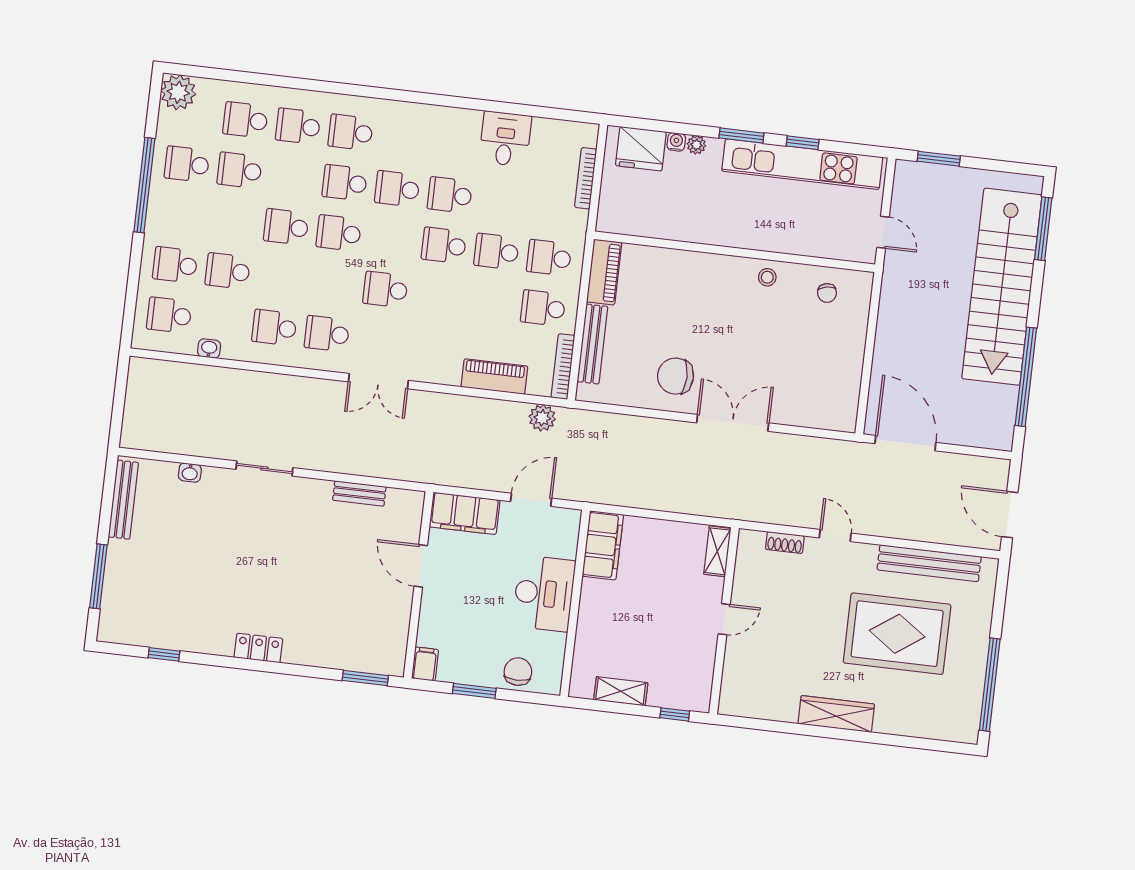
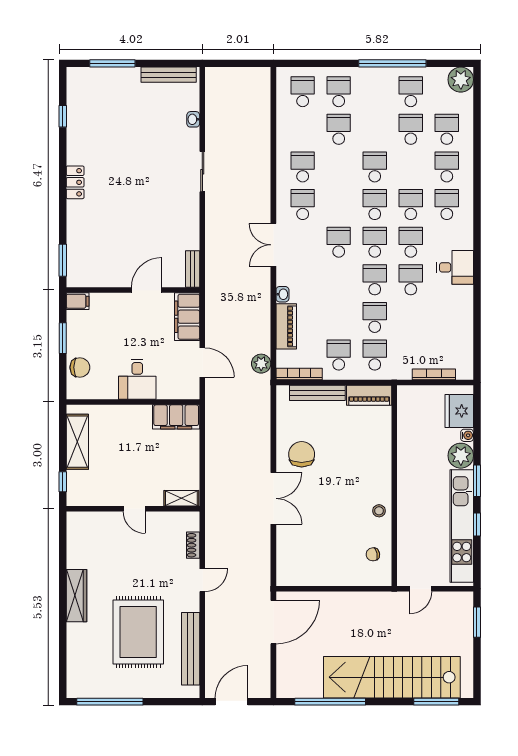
desk: (505, 139) -> (455, 267), moved
plant: (696, 145) -> (461, 456), width x1.88, depth x1.88
school desk: (391, 239) -> (375, 242), added
washbasin: (209, 348) -> (282, 294), moved
bench: (359, 493) -> (193, 269), moved
desk: (544, 593) -> (137, 379), width x0.73
shelving: (621, 691) -> (77, 442), width x1.50, depth x1.33

